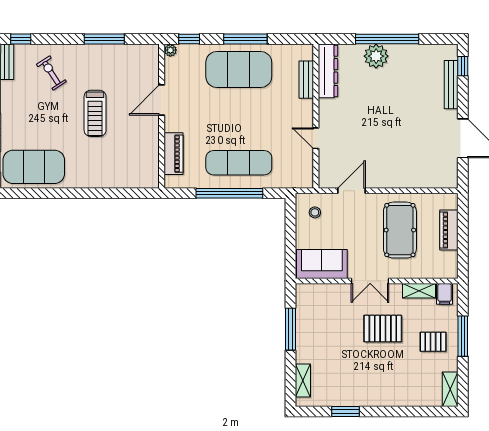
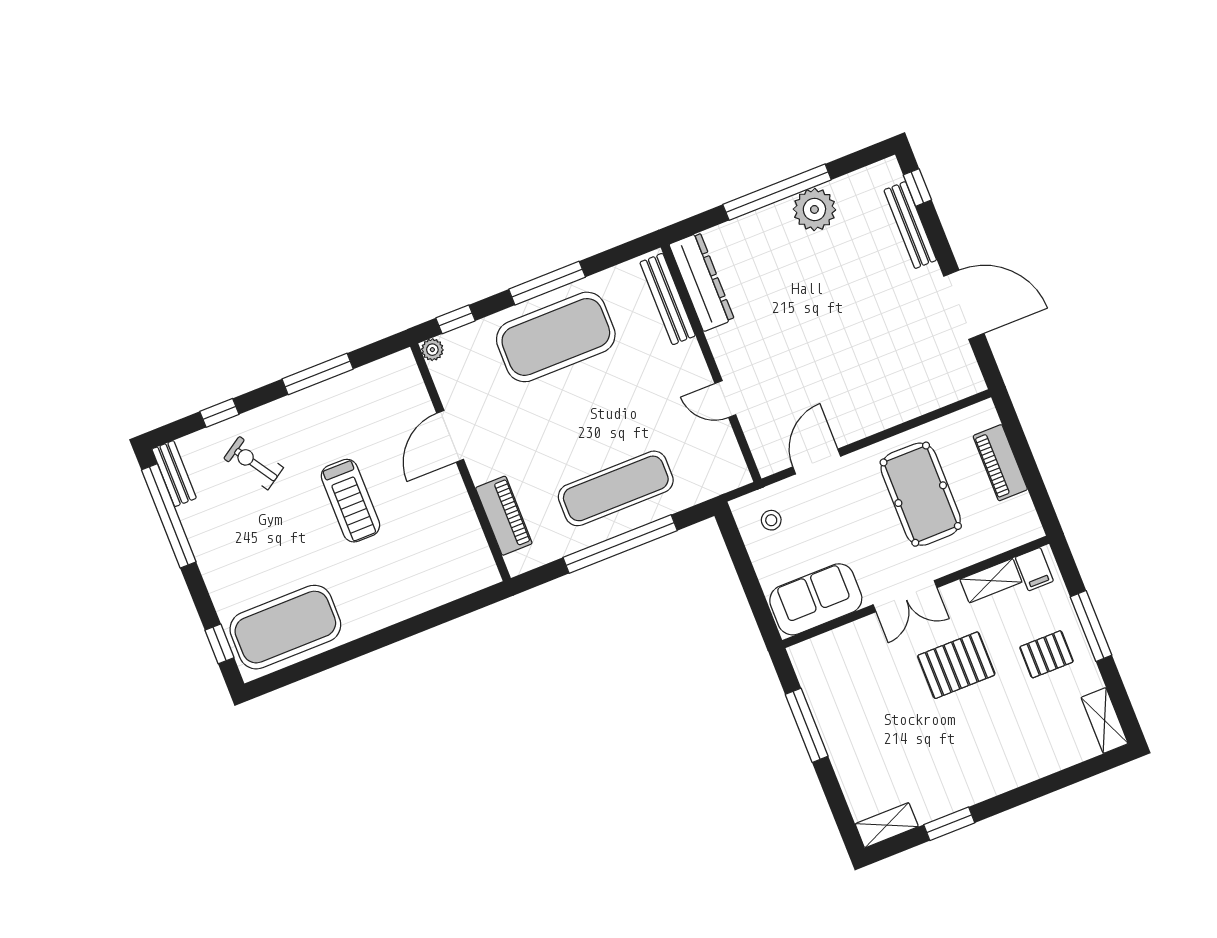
window: (21, 39) -> (219, 413), moved
plant: (376, 56) -> (814, 209), moved
bench: (306, 80) -> (668, 299), width x1.36
shelving: (303, 381) -> (887, 825), moved, turned 90

